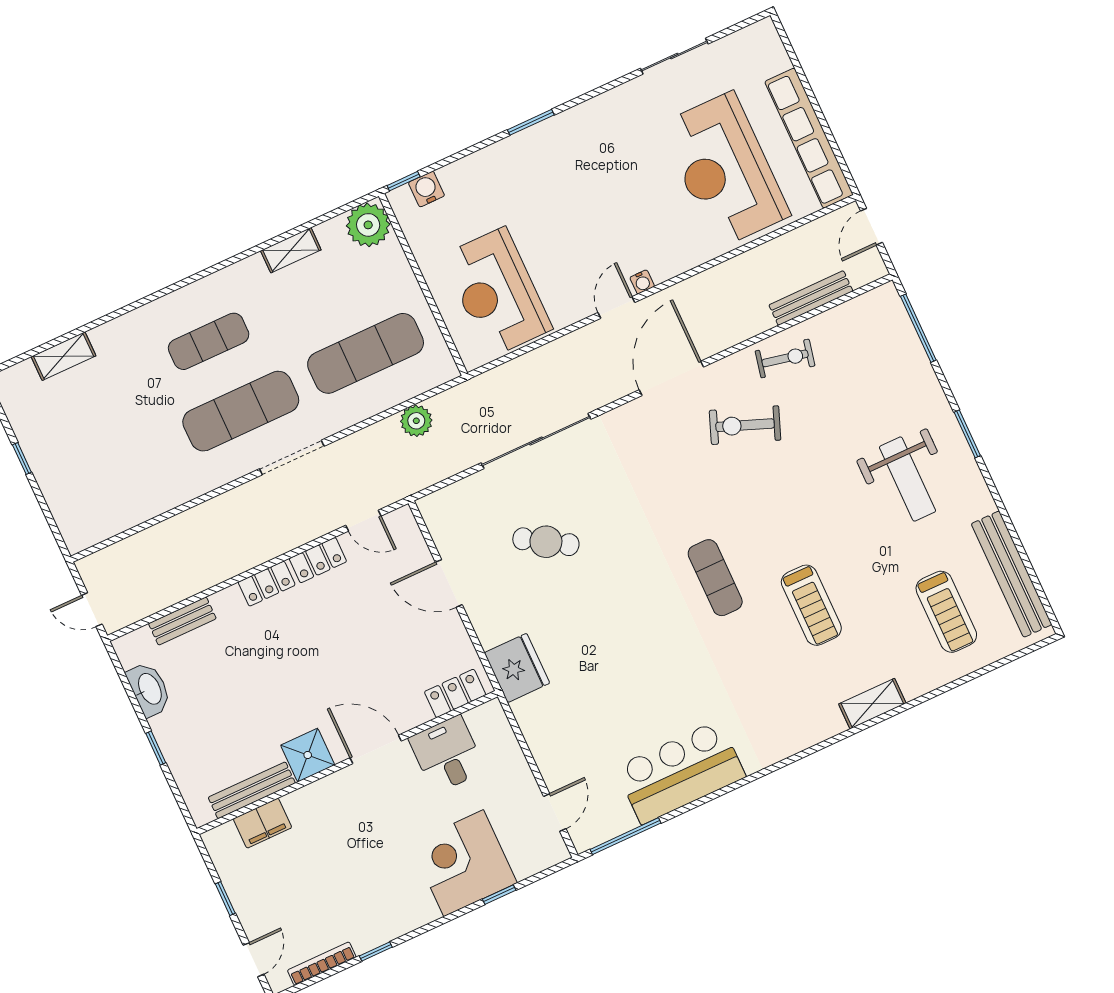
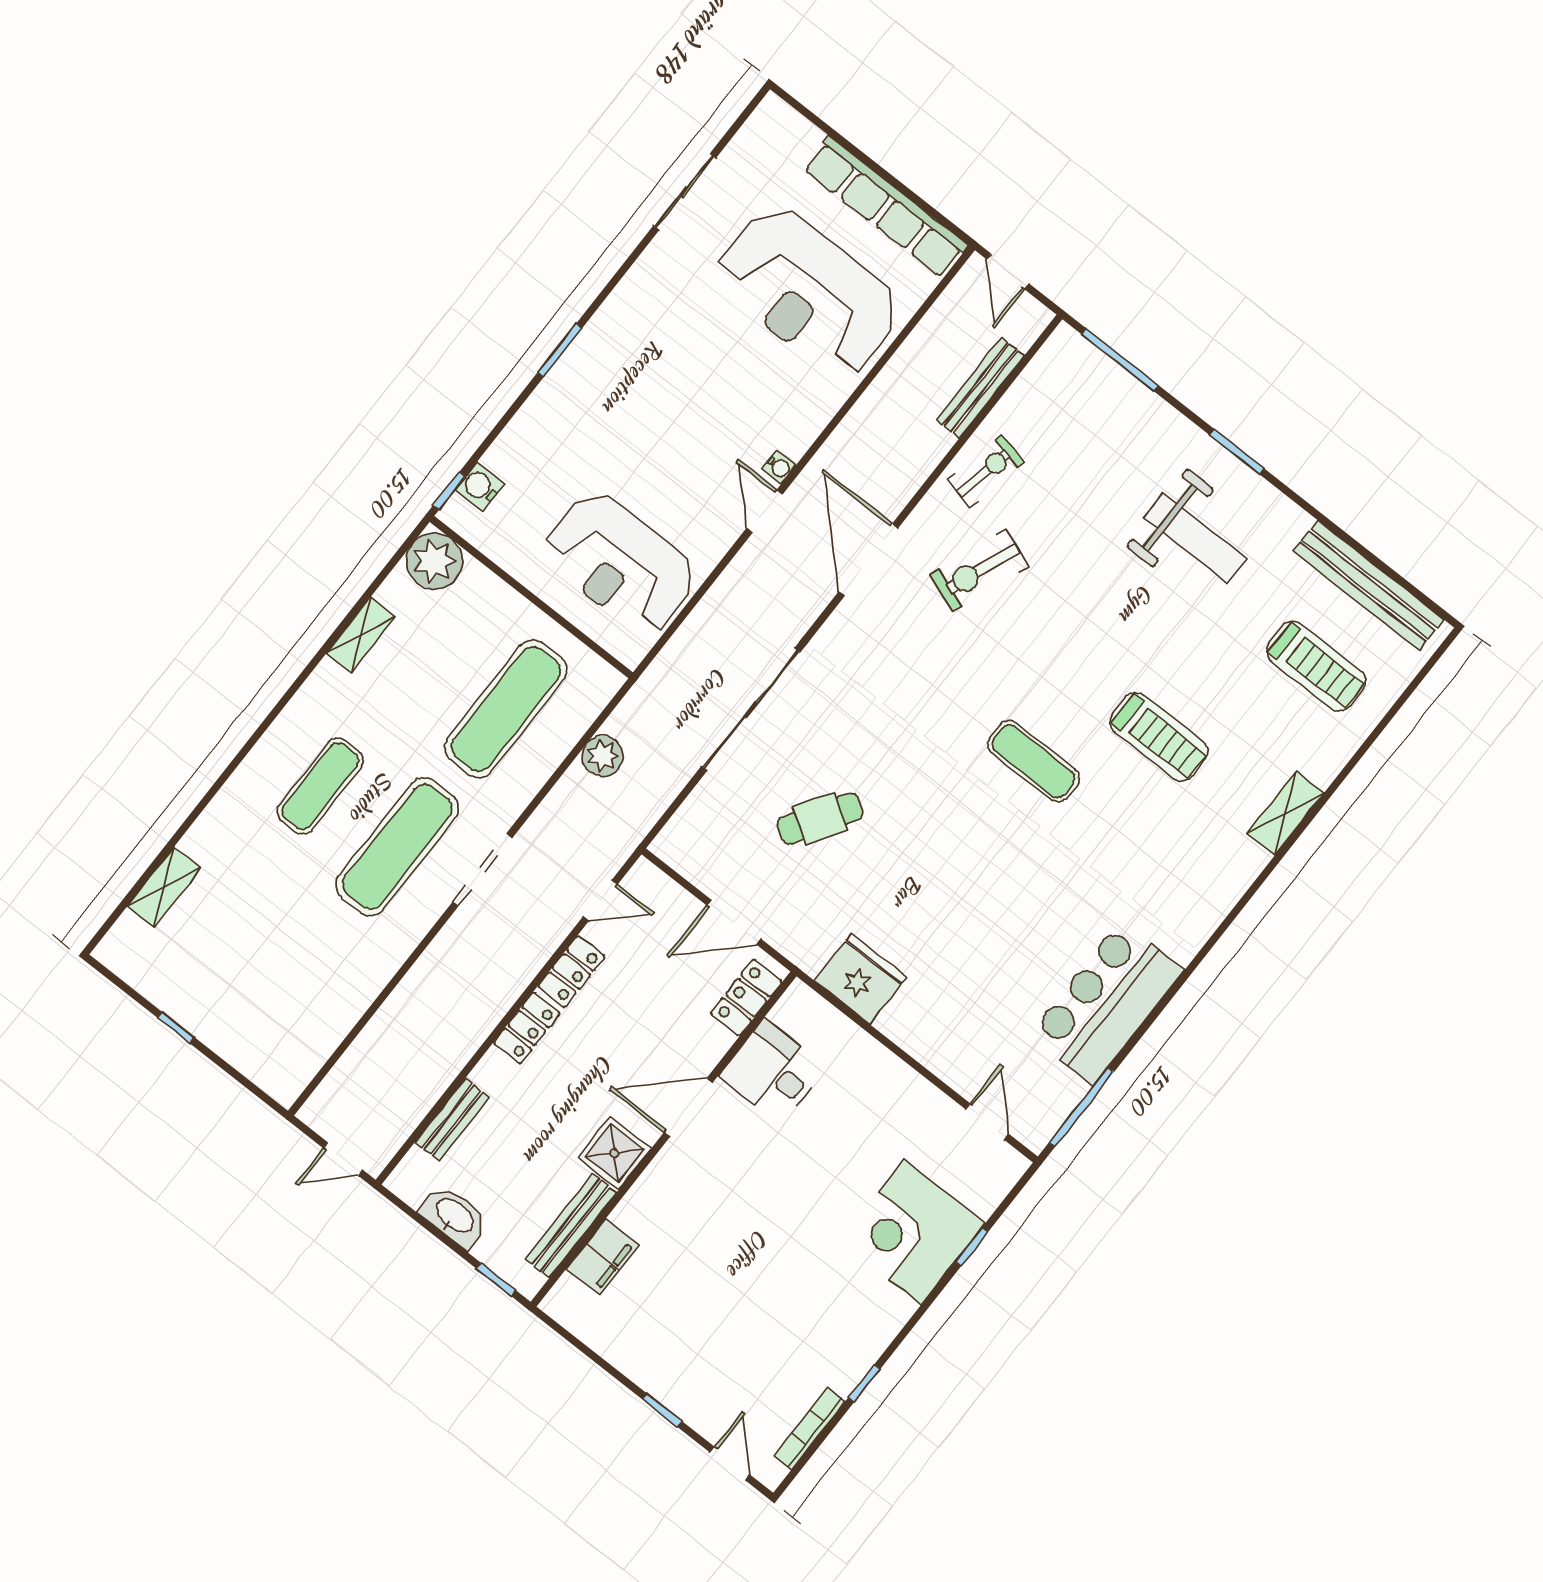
locker: (455, 693) -> (746, 998), moved
door: (376, 749) -> (688, 1107), moved
desk: (447, 754) -> (773, 1072), moved
shower: (308, 755) -> (614, 1153), moved
wall: (347, 763) -> (664, 1139), moved
bench: (252, 790) -> (571, 1226), moved
filing cabinet: (263, 823) -> (602, 1257), moved

